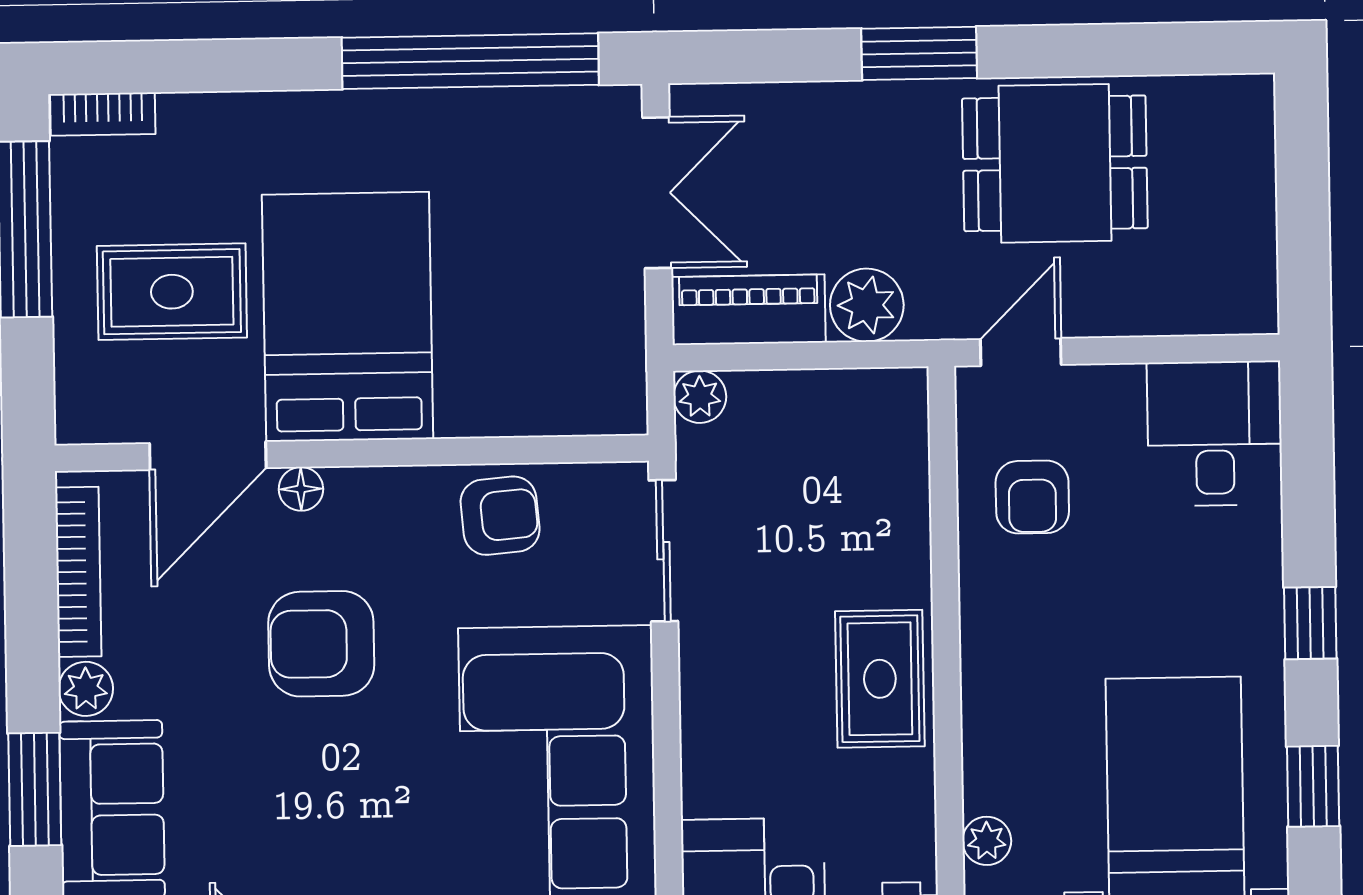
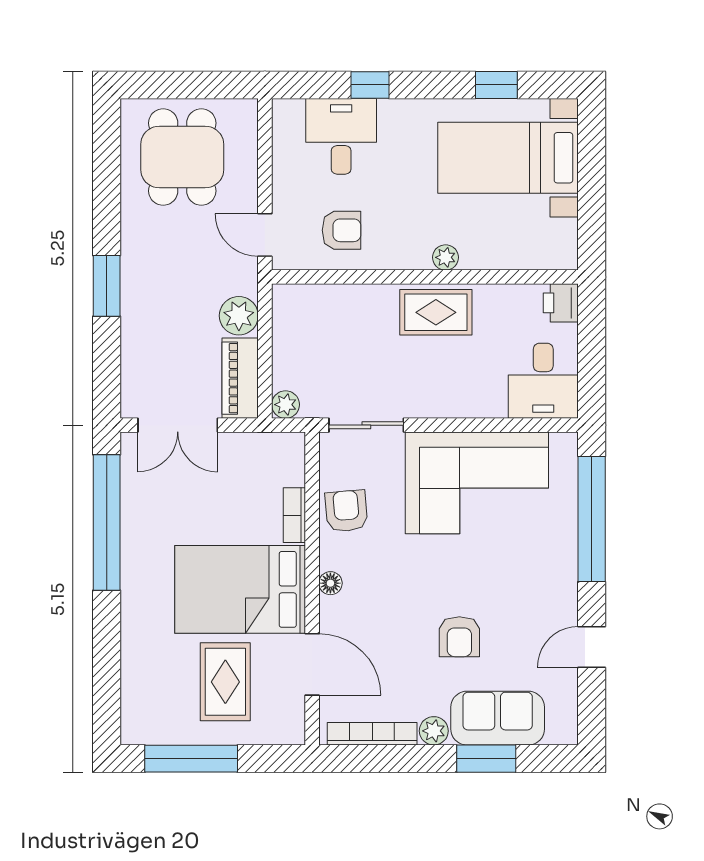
bookcase: (103, 114) -> (294, 515), moved, turned 180
dining table: (1055, 163) -> (182, 157), moved
double door: (657, 193) -> (178, 425), swing flipped
desk: (1215, 433) -> (341, 136), moved, turned 90
floor lamp: (301, 489) -> (330, 583), moved
window: (1310, 623) -> (370, 85), moved
armchair: (321, 644) -> (459, 637), moved, width x0.72, depth x0.72
plant: (987, 841) -> (446, 257), moved

